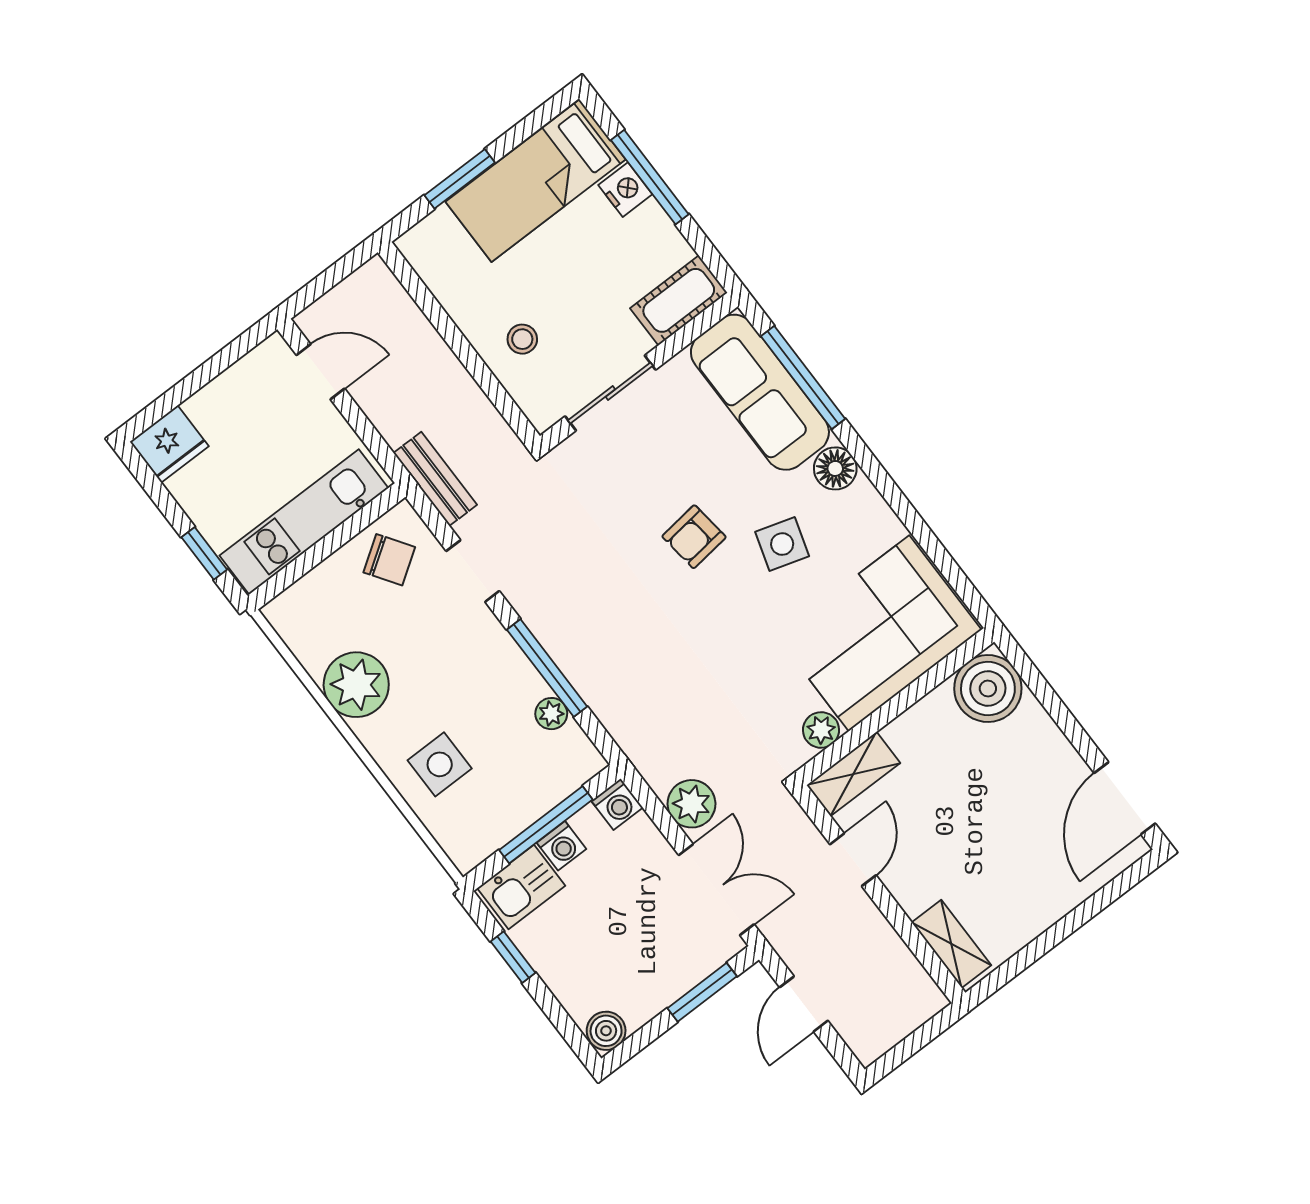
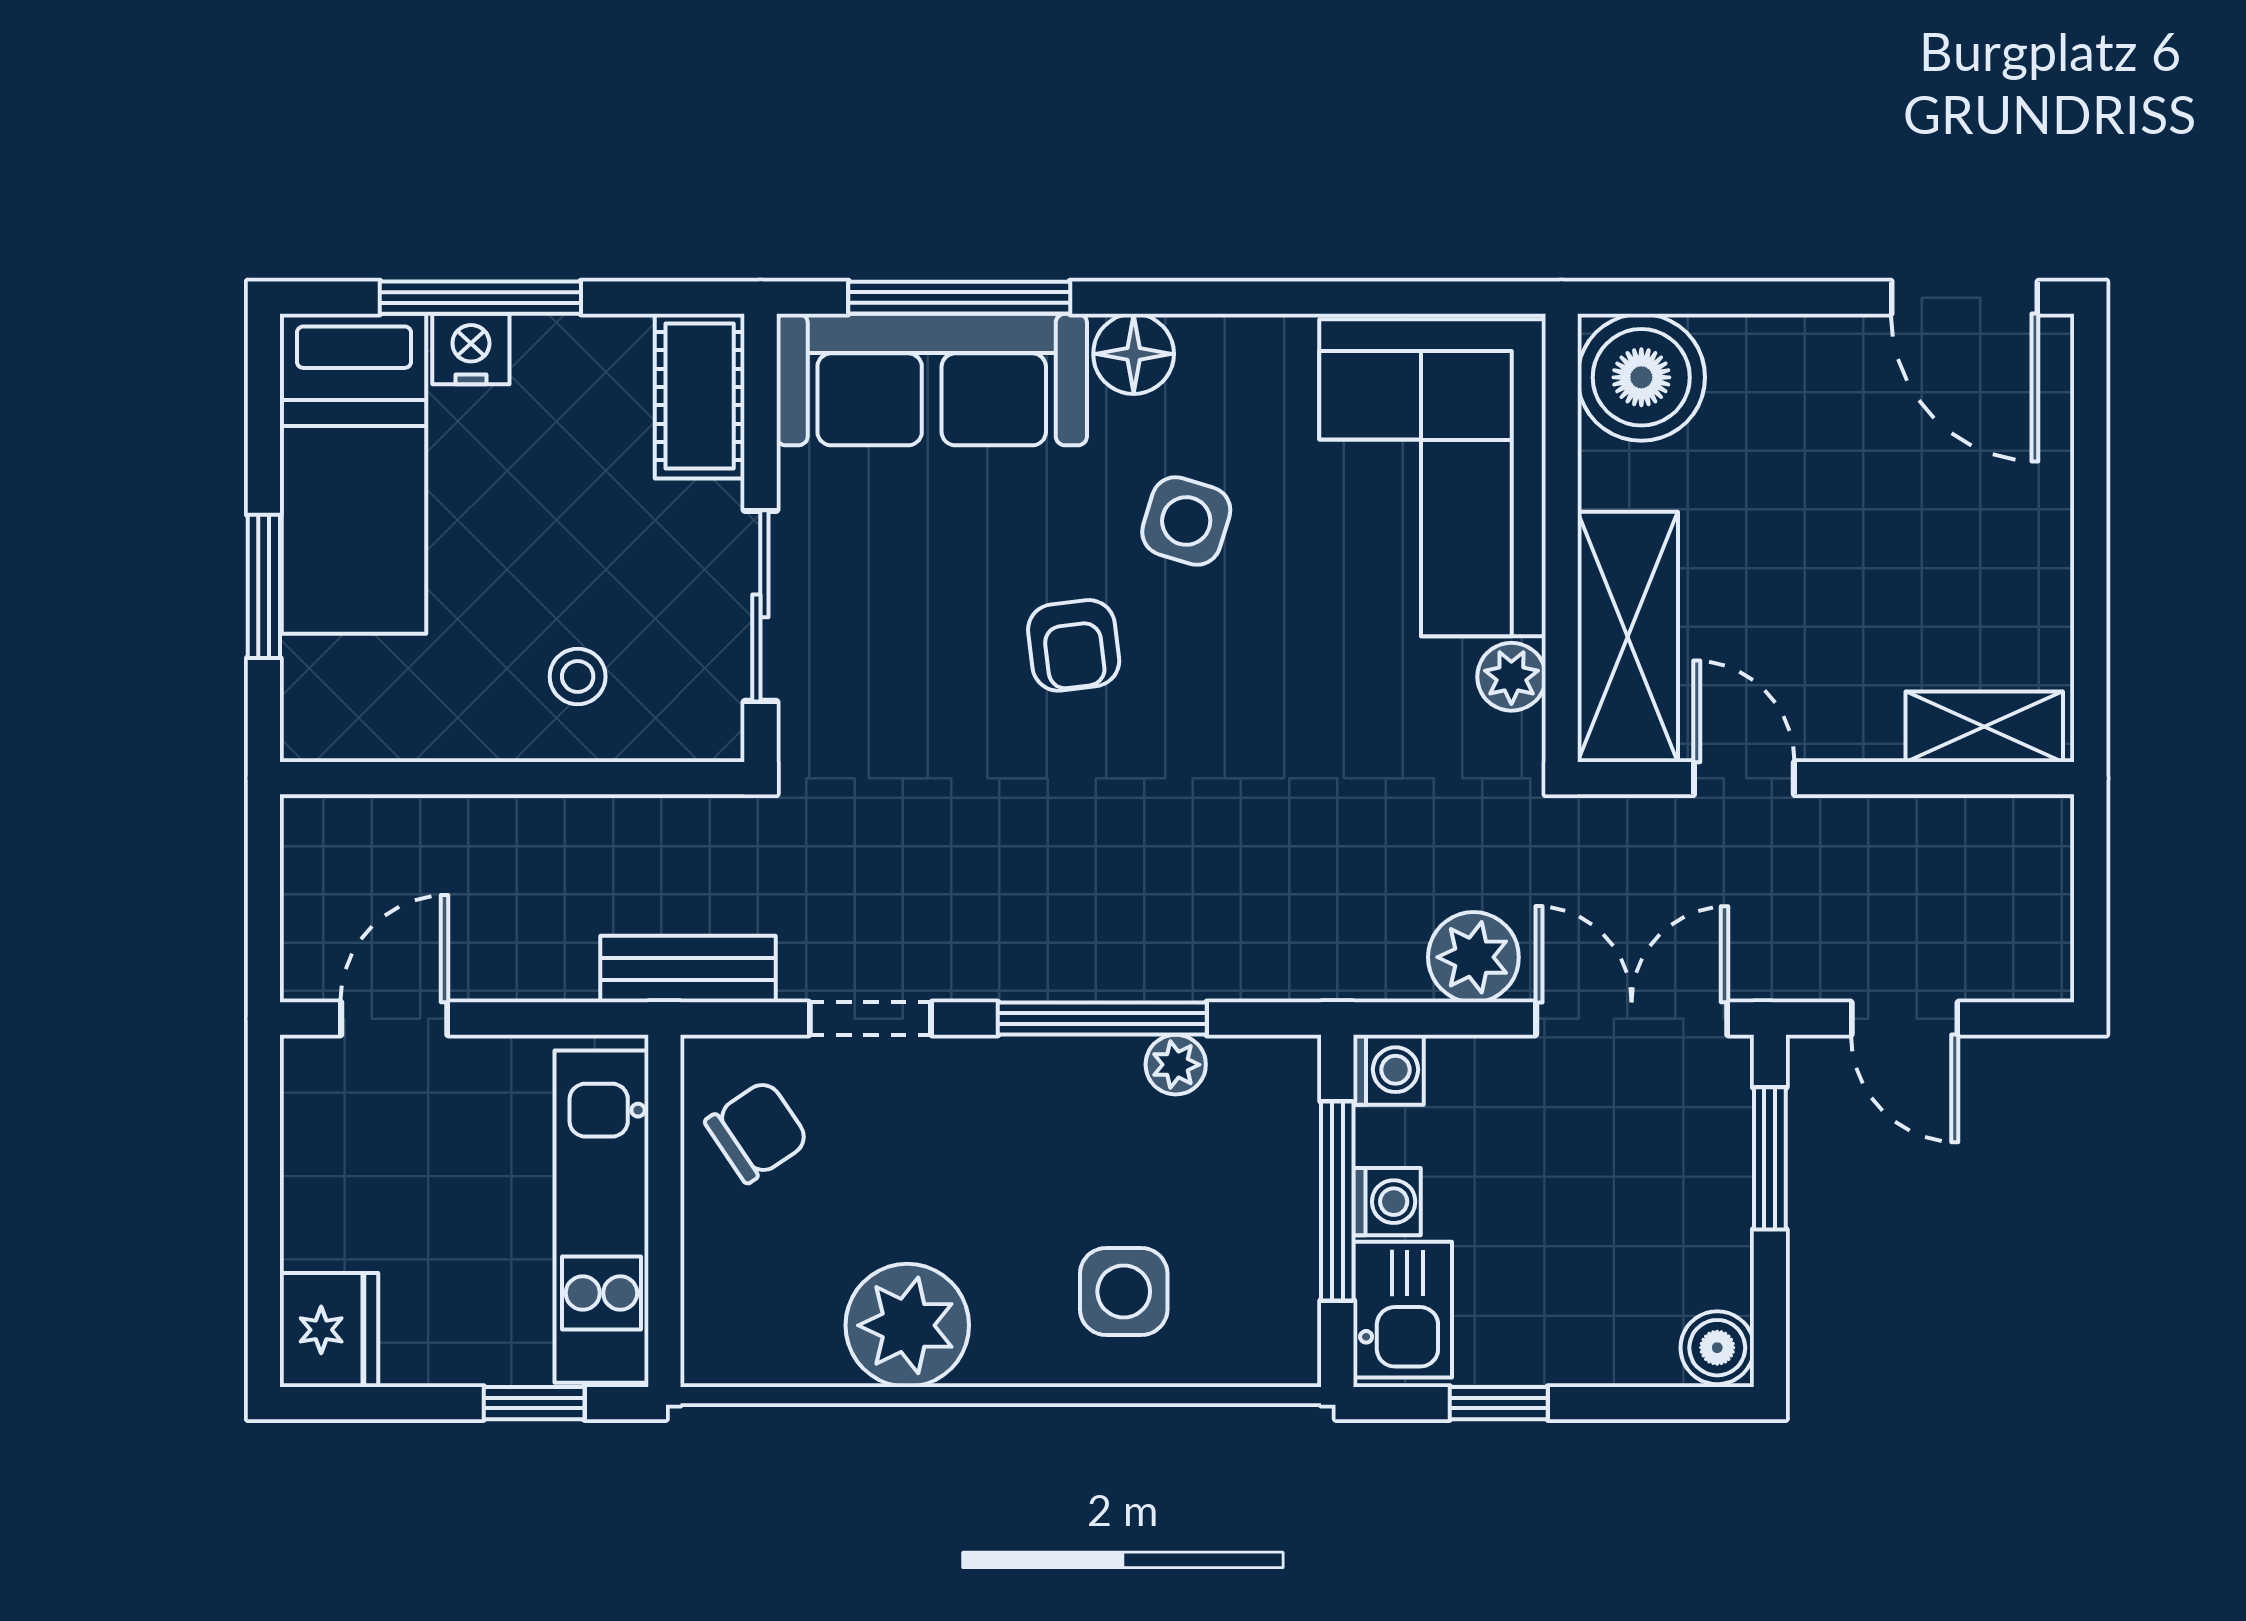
shelving: (853, 774) -> (1628, 637), width x1.50, depth x1.33

